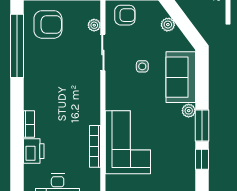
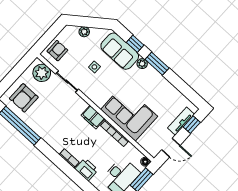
armchair: (48, 24) -> (24, 98), turned 180
plant: (94, 25) -> (42, 73), width x1.87, depth x1.87
filing cabinet: (91, 110) -> (93, 117), added
window: (202, 159) -> (135, 44), moved

